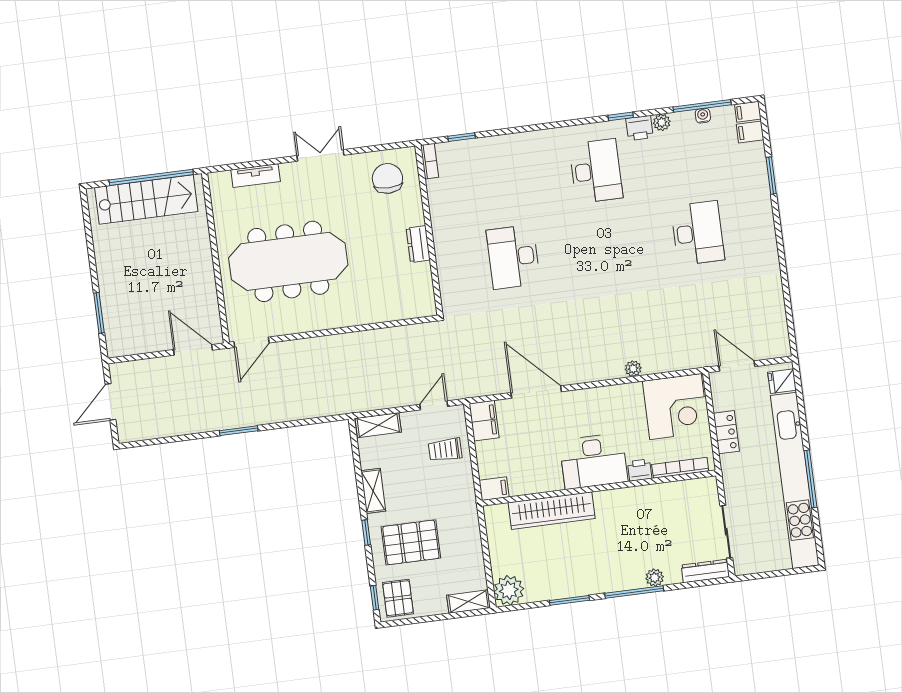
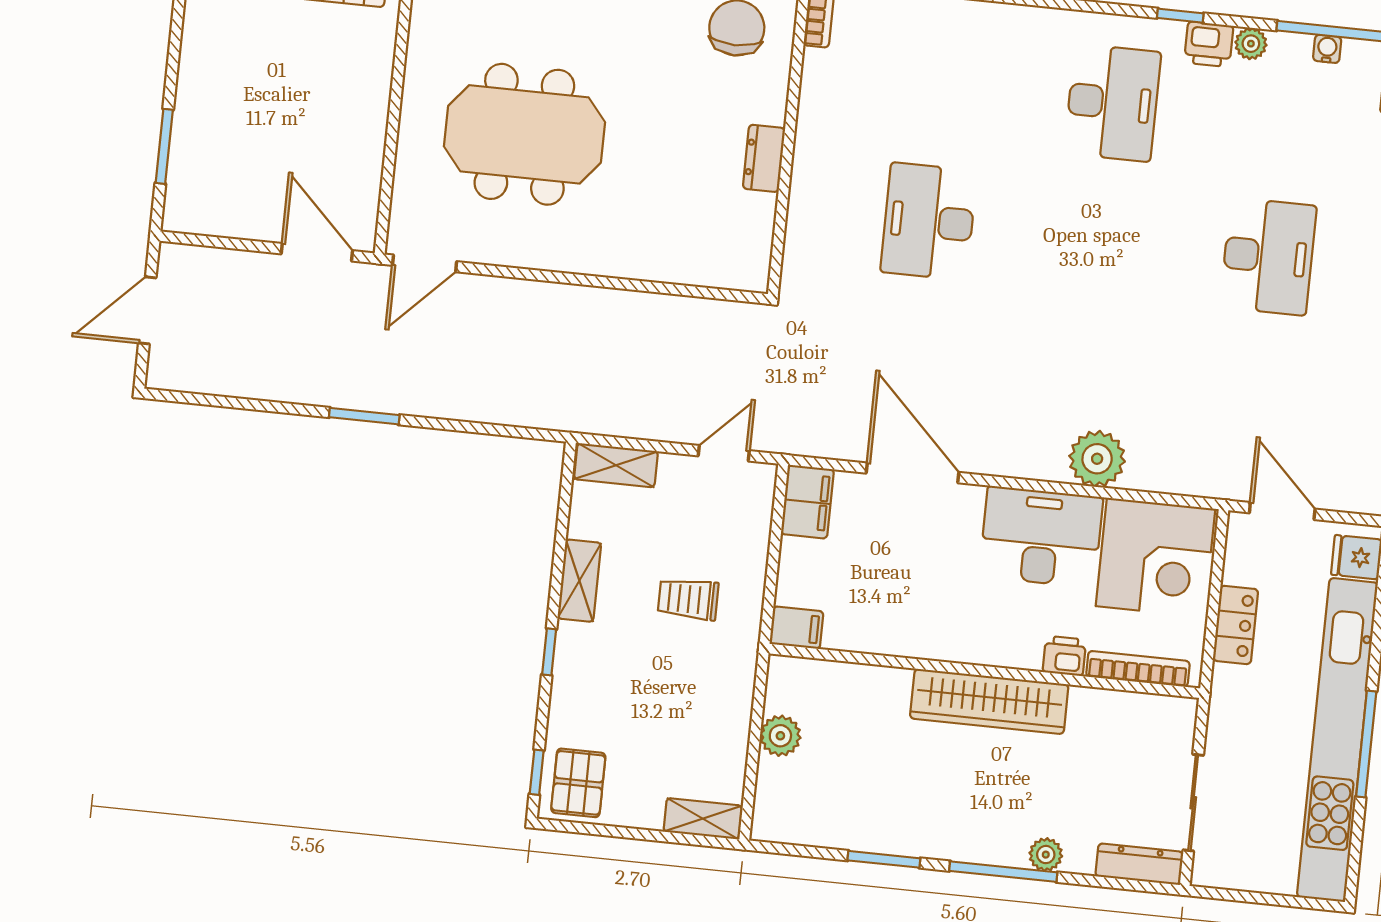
meeting table: (288, 261) -> (524, 134), width x0.73
plant: (633, 369) -> (1097, 459), width x1.87, depth x1.87
trolley: (445, 450) -> (688, 599), moved
desk: (594, 461) -> (1041, 537), moved, turned 180
wardrobe: (552, 511) -> (989, 701), moved
pallet: (411, 542) -> (625, 689), removed
plant: (509, 590) -> (780, 736), moved, width x0.73, depth x0.73

